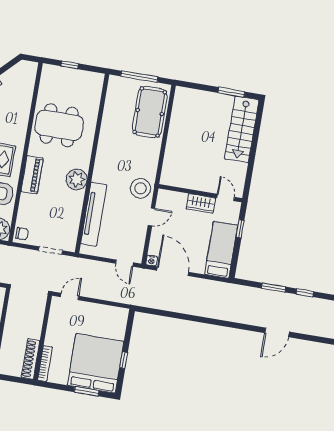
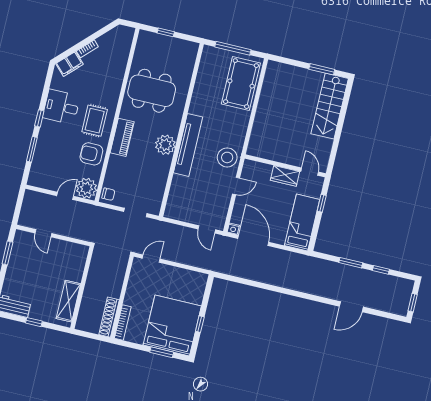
tv unit: (94, 214) -> (188, 145), moved

